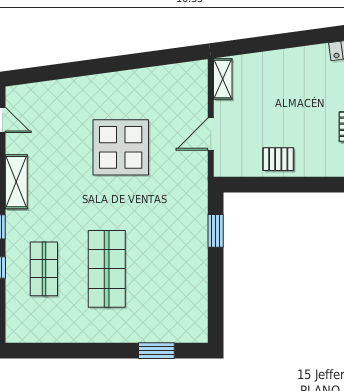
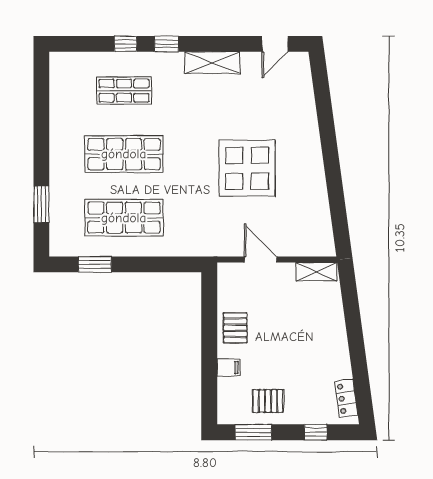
filing cabinet: (318, 166) -> (228, 367), added
window: (216, 231) -> (95, 264), moved
shop shelf: (169, 269) -> (124, 218), added

